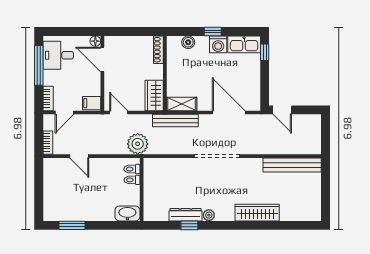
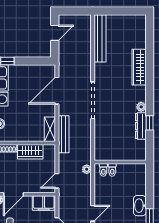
wardrobe: (154, 95) -> (30, 152), moved
filing cabinet: (92, 103) -> (44, 203), width x2.00
door: (282, 110) -> (55, 33), moved
plant: (138, 144) -> (87, 169), width x0.53, depth x0.53
washbasin: (127, 213) -> (140, 206), moved

